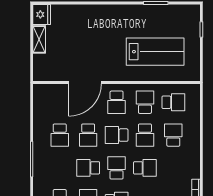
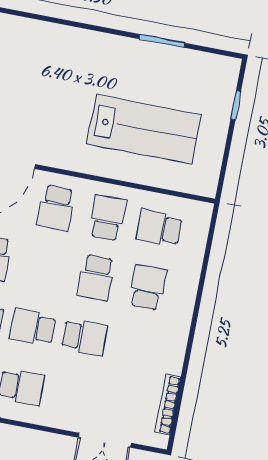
school desk: (173, 102) -> (159, 228), turned 180
school desk: (117, 135) -> (44, 268), removed
school desk: (117, 168) -> (33, 327), turned -90

